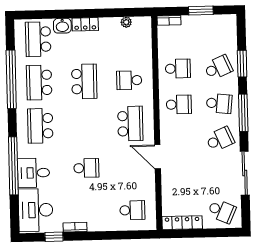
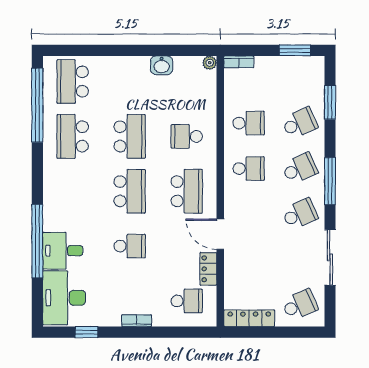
window: (201, 11) -> (295, 50), moved
plant: (126, 22) -> (210, 63), moved
locker: (85, 24) -> (208, 269), moved, turned 90
washbasin: (62, 26) -> (162, 65), moved
window: (242, 64) -> (330, 102), moved
window: (11, 79) -> (37, 105), moved
school desk: (219, 103) -> (300, 169), turned -30
school desk: (40, 126) -> (130, 191), moved, turned 180
school desk: (222, 211) -> (300, 305), turned -48
bookcase: (75, 227) -> (137, 321), moved

